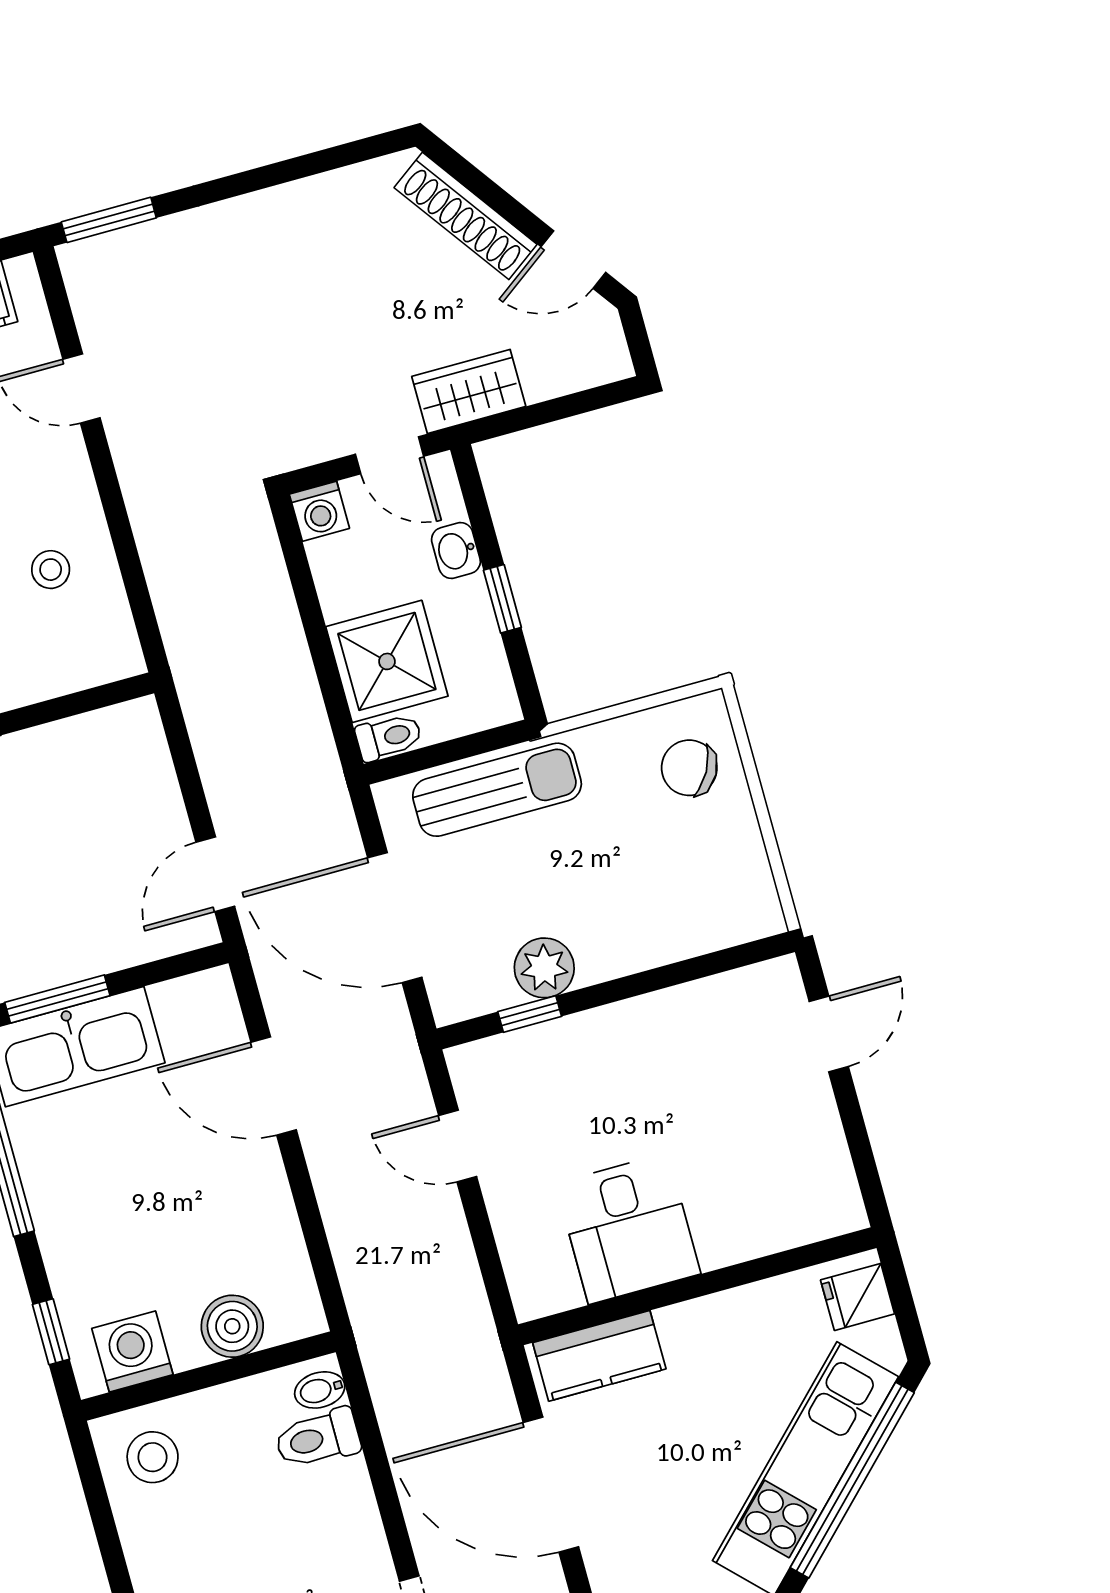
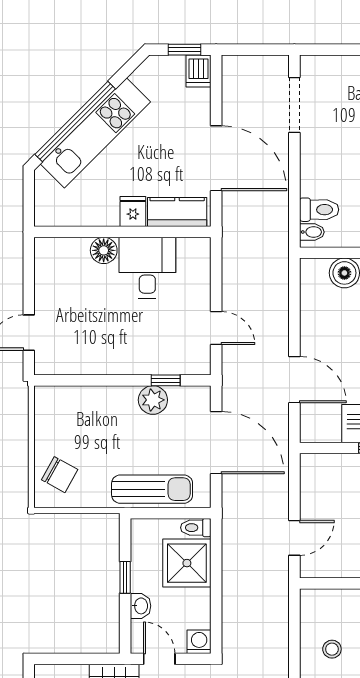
sun lounger: (497, 790) -> (152, 489), turned 180
door: (215, 874) -> (294, 538), moved
floor lamp: (725, 1239) -> (104, 250), added
fridge: (858, 1297) -> (133, 212), moved, turned -90

